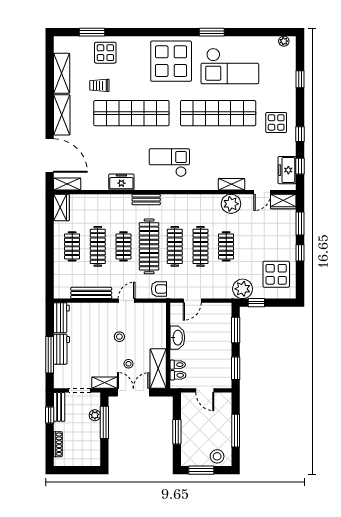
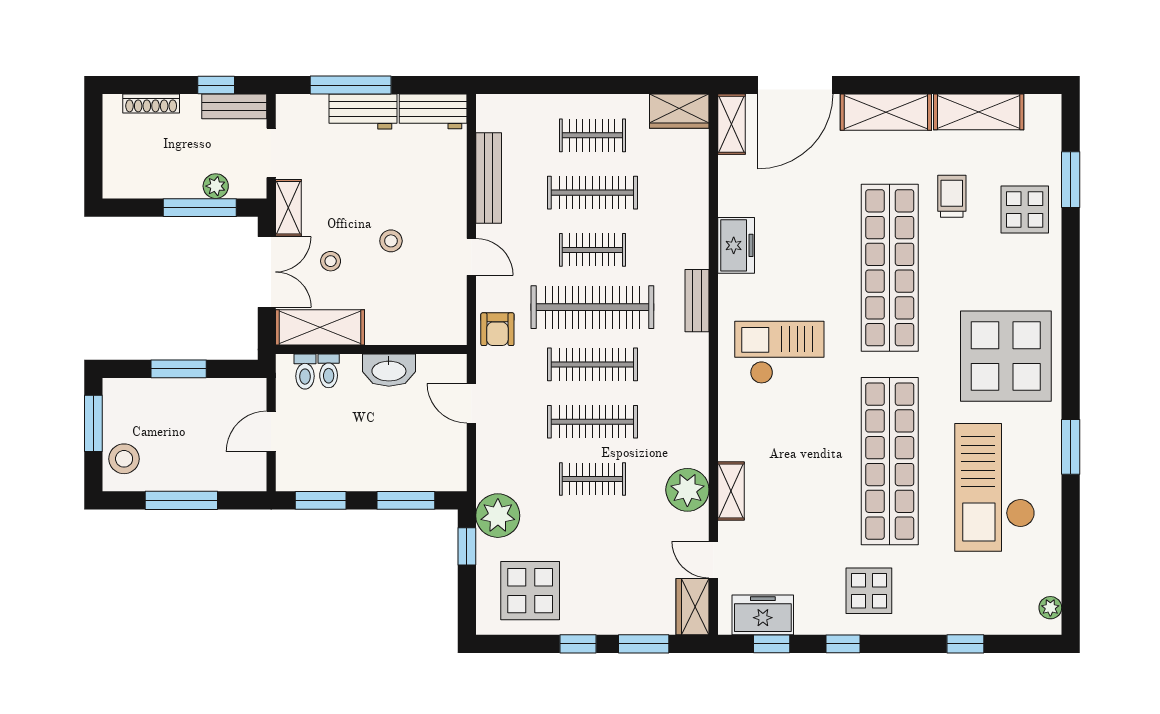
checkout: (169, 163) -> (779, 352), turned -90

